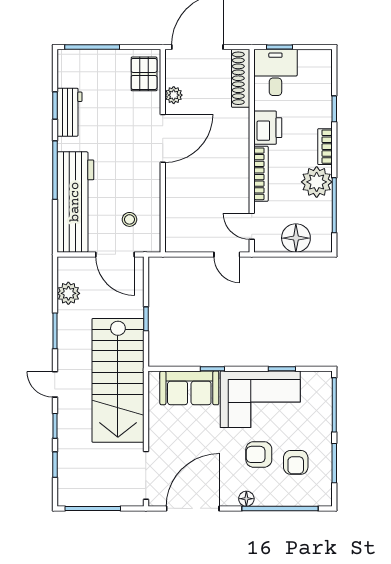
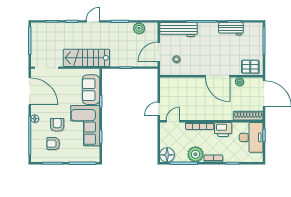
desk: (275, 72) -> (251, 137), width x1.37
workbench: (75, 202) -> (178, 30), width x0.73, depth x0.76
floor lamp: (296, 238) -> (167, 155), moved
stairs: (118, 380) -> (86, 58), width x0.73, depth x0.66

